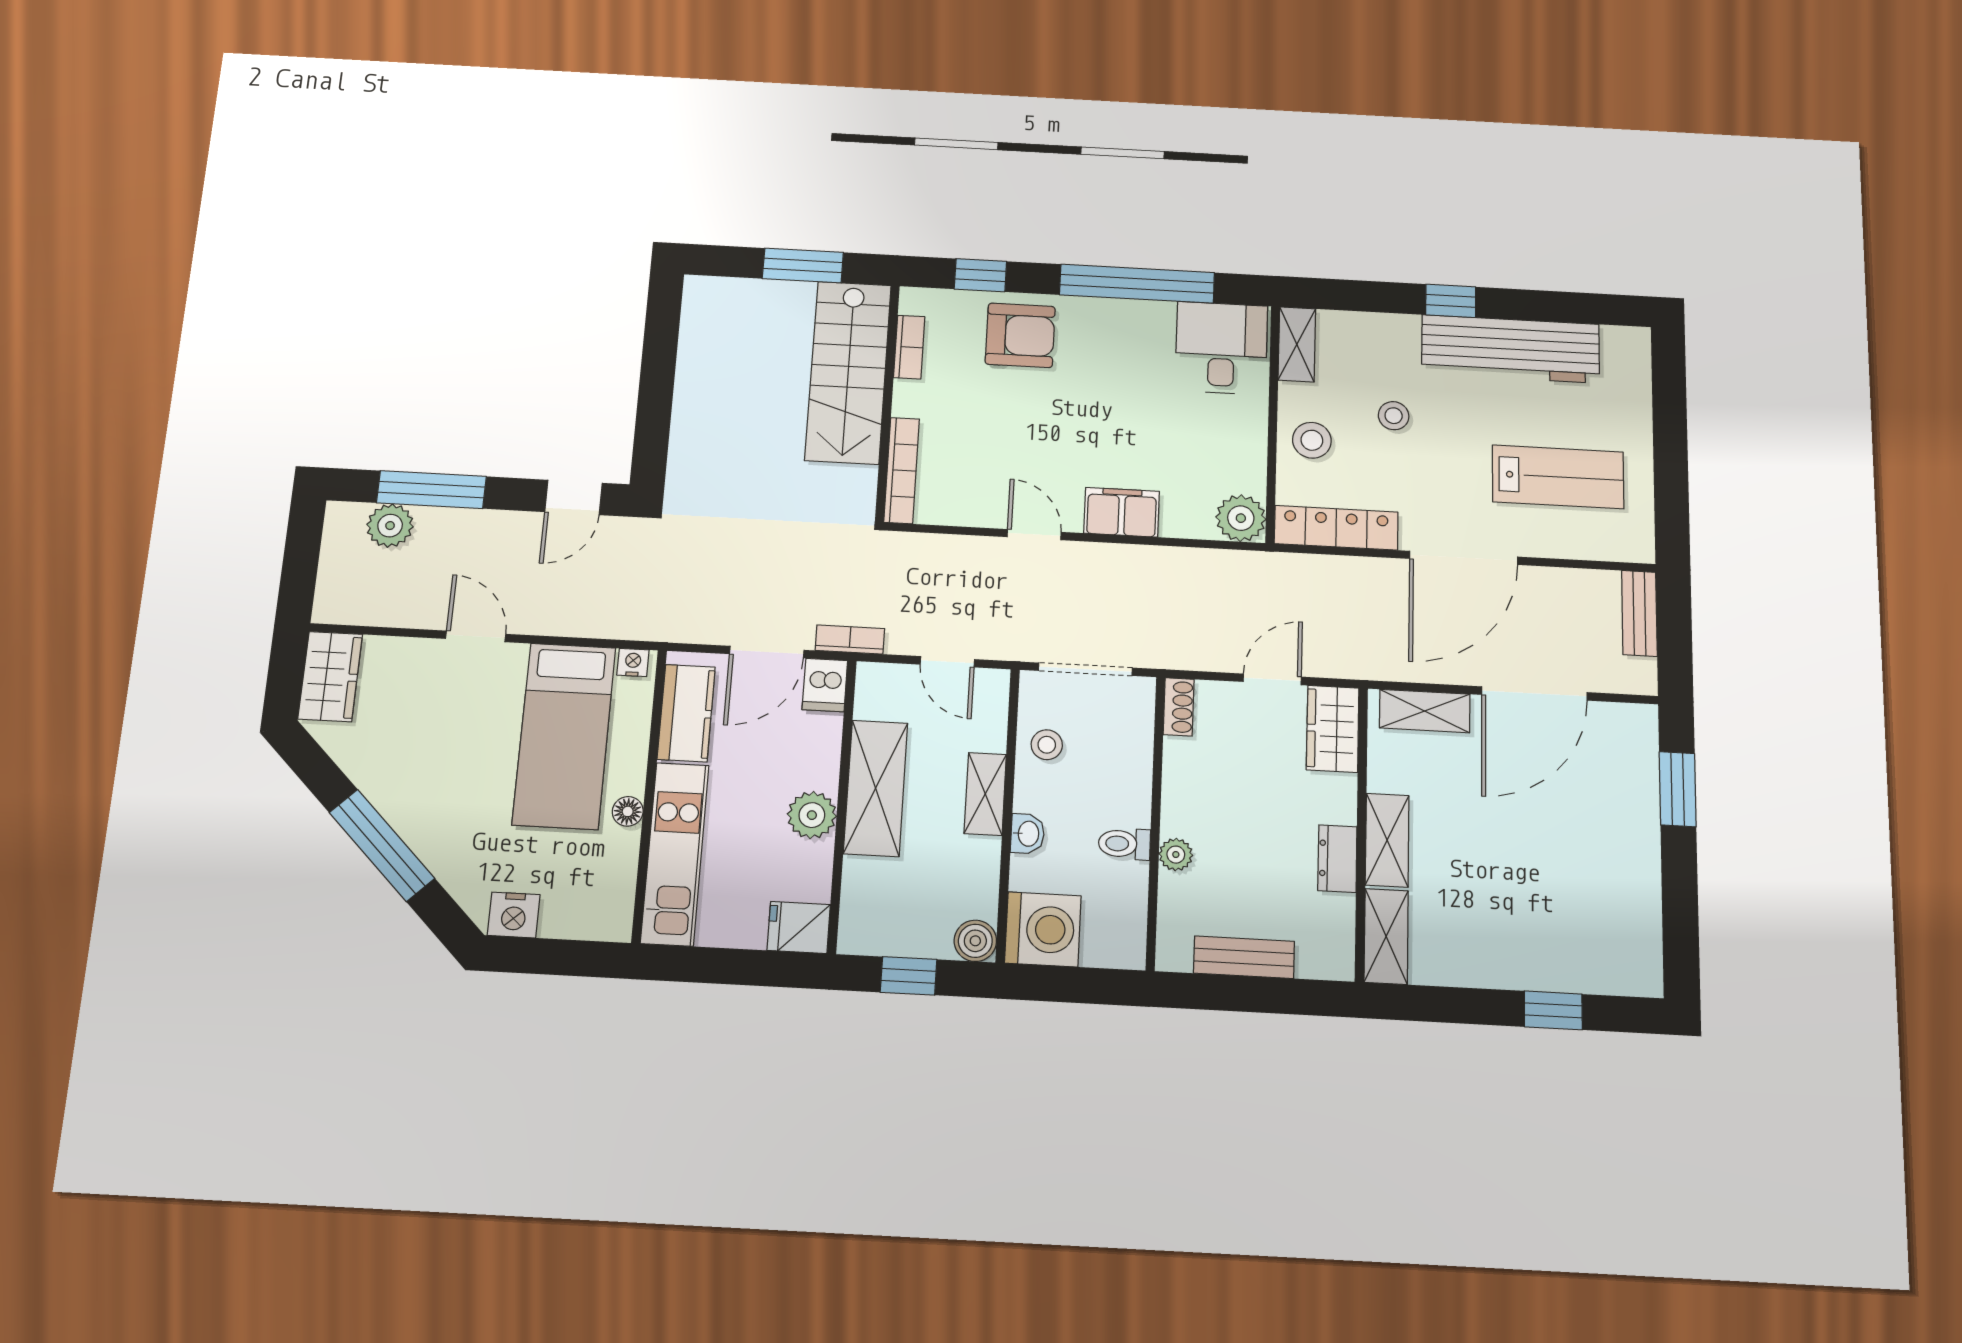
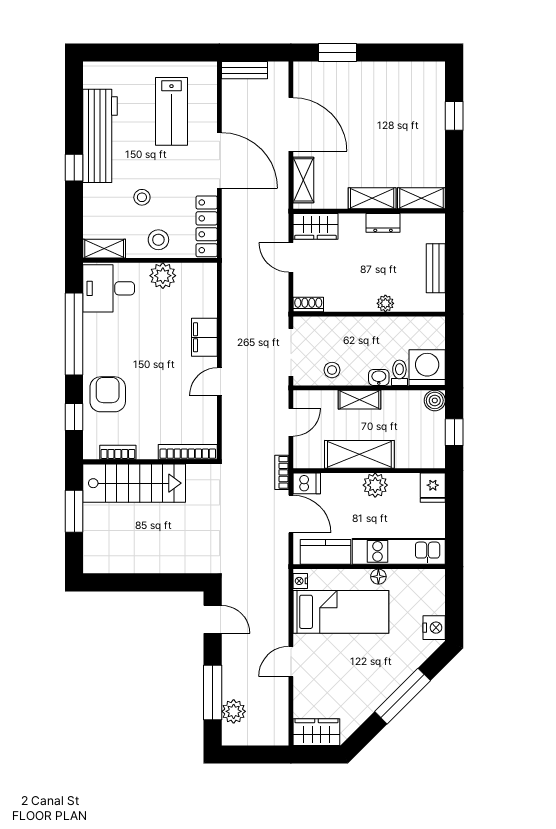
lab bench: (1558, 477) -> (171, 111), turned 180
plant: (1241, 518) -> (163, 276), moved
toilet: (1124, 844) -> (399, 373), moved, turned 180

